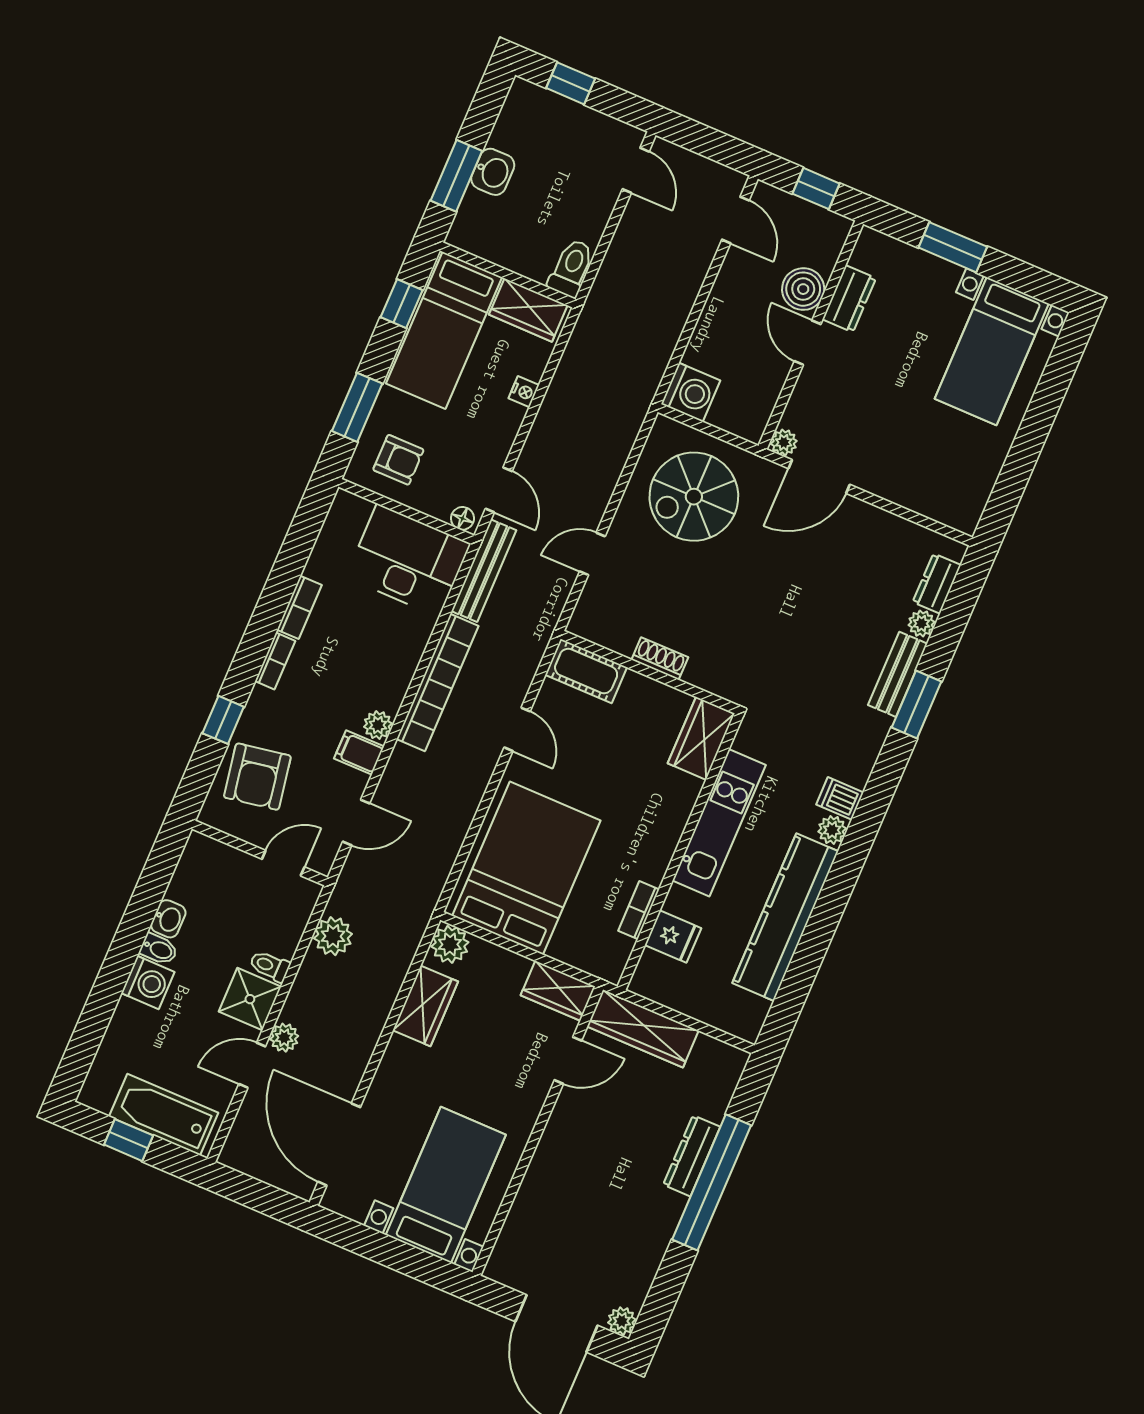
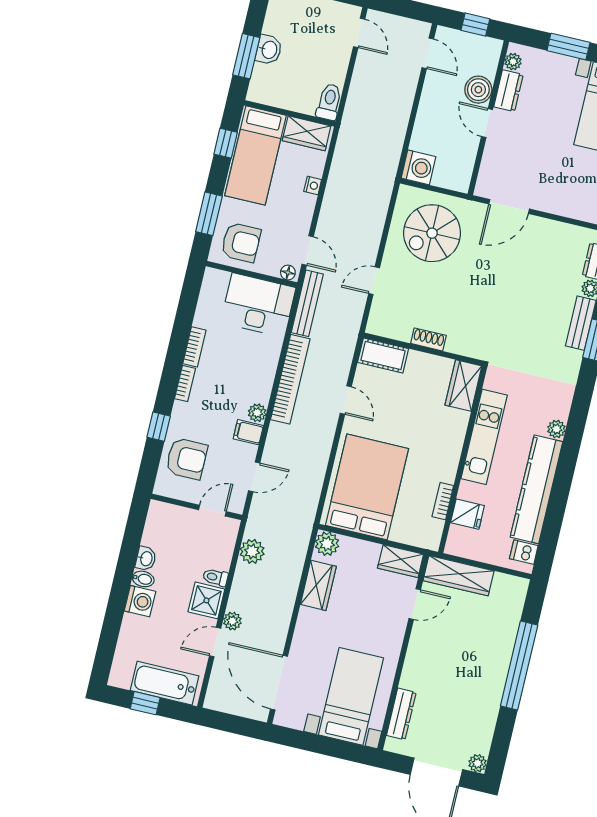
plant: (784, 442) -> (513, 62), moved
armchair: (398, 460) -> (241, 242), width x1.38, depth x1.38
armchair: (257, 777) -> (187, 459), turned -80
dishwasher: (840, 798) -> (524, 552), moved
dresser: (692, 1156) -> (401, 714), moved, turned 180

